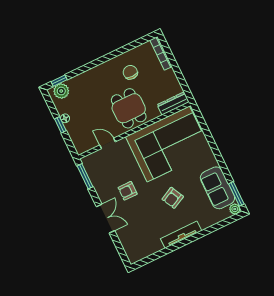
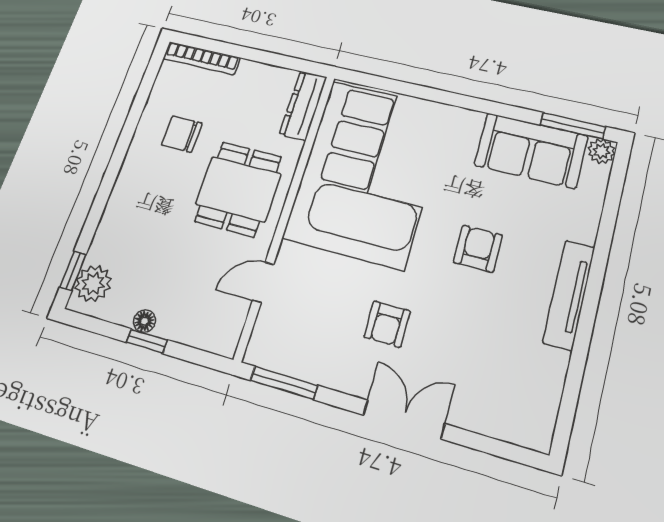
dining table: (129, 108) -> (238, 189), turned 90
armchair: (173, 198) -> (478, 249), turned -153

